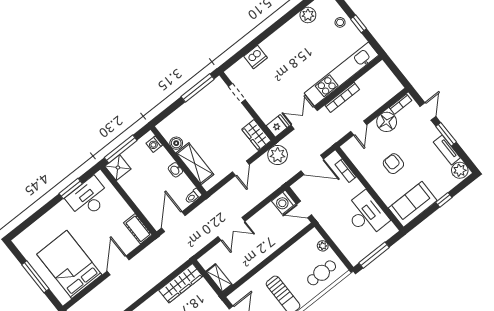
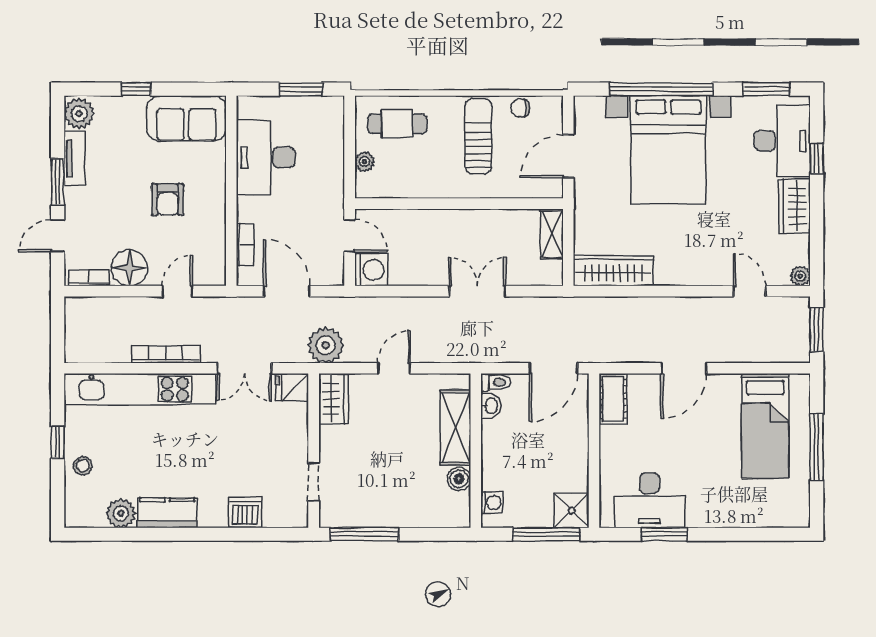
kitchen counter: (288, 31) -> (167, 513), added
washbasin: (175, 170) -> (491, 406), moved
window: (374, 255) -> (301, 89), width x0.69
bed: (69, 264) -> (765, 426), width x0.67

